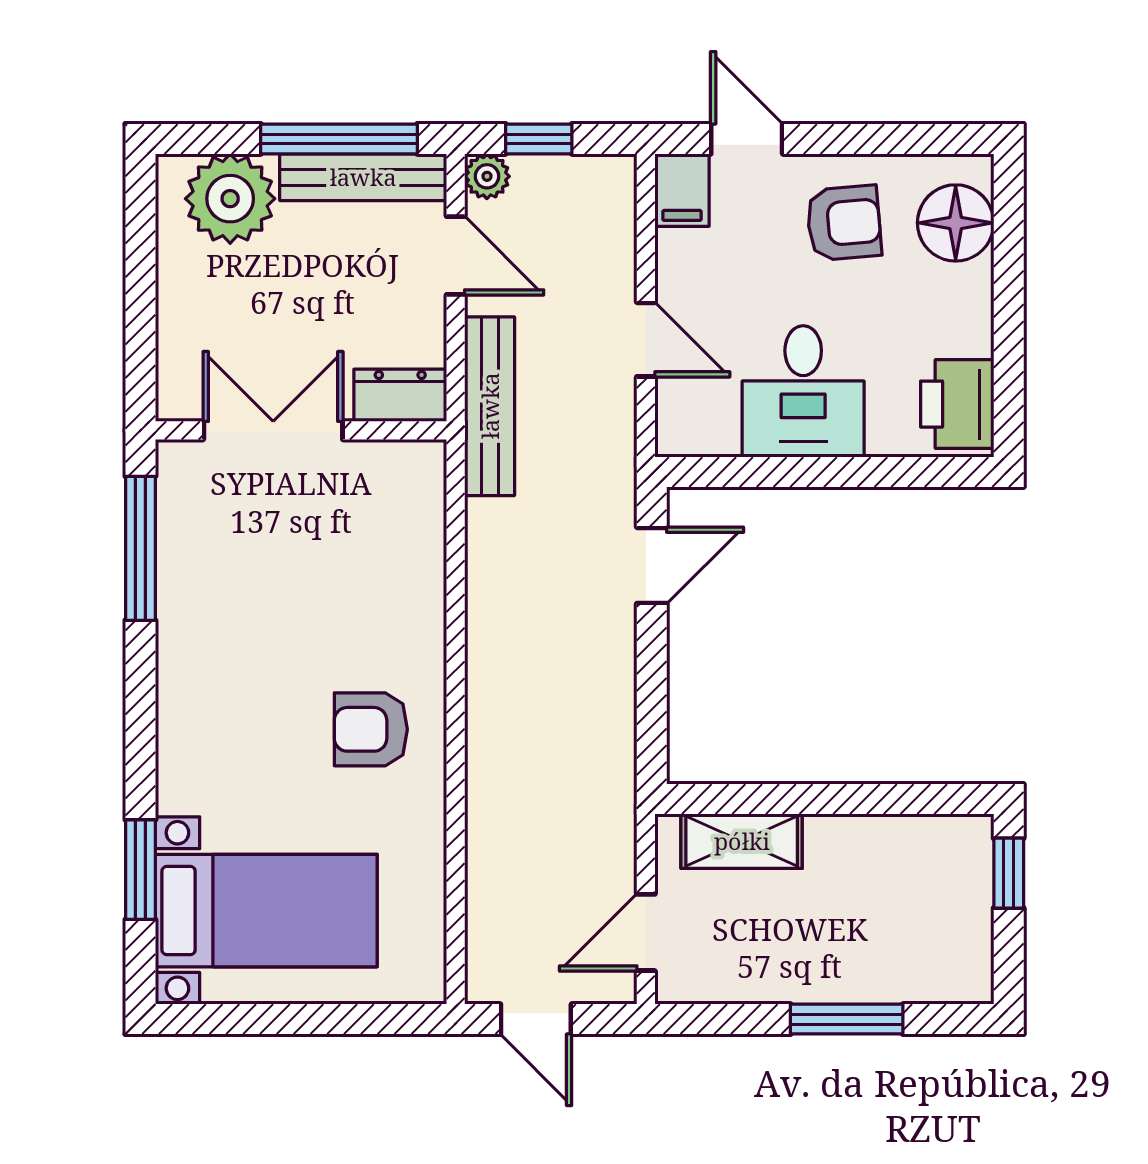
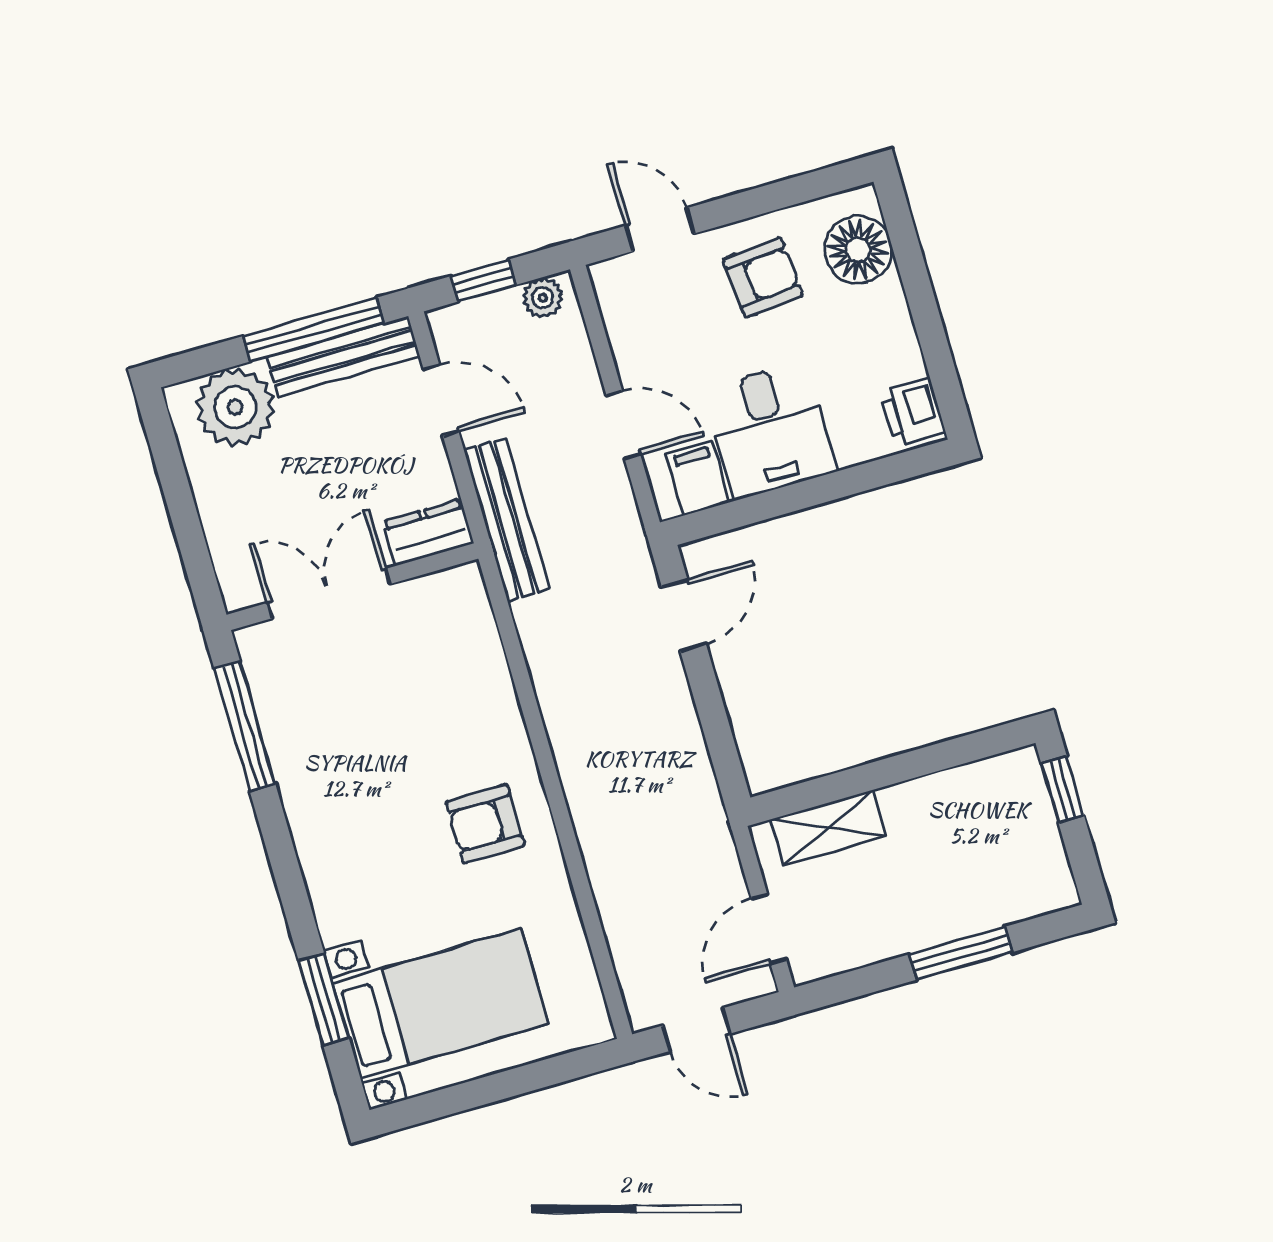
plant: (487, 176) -> (543, 298), moved
filing cabinet: (682, 190) -> (698, 478), moved, turned 180
printer: (957, 404) -> (913, 412), width x0.73, depth x0.81

